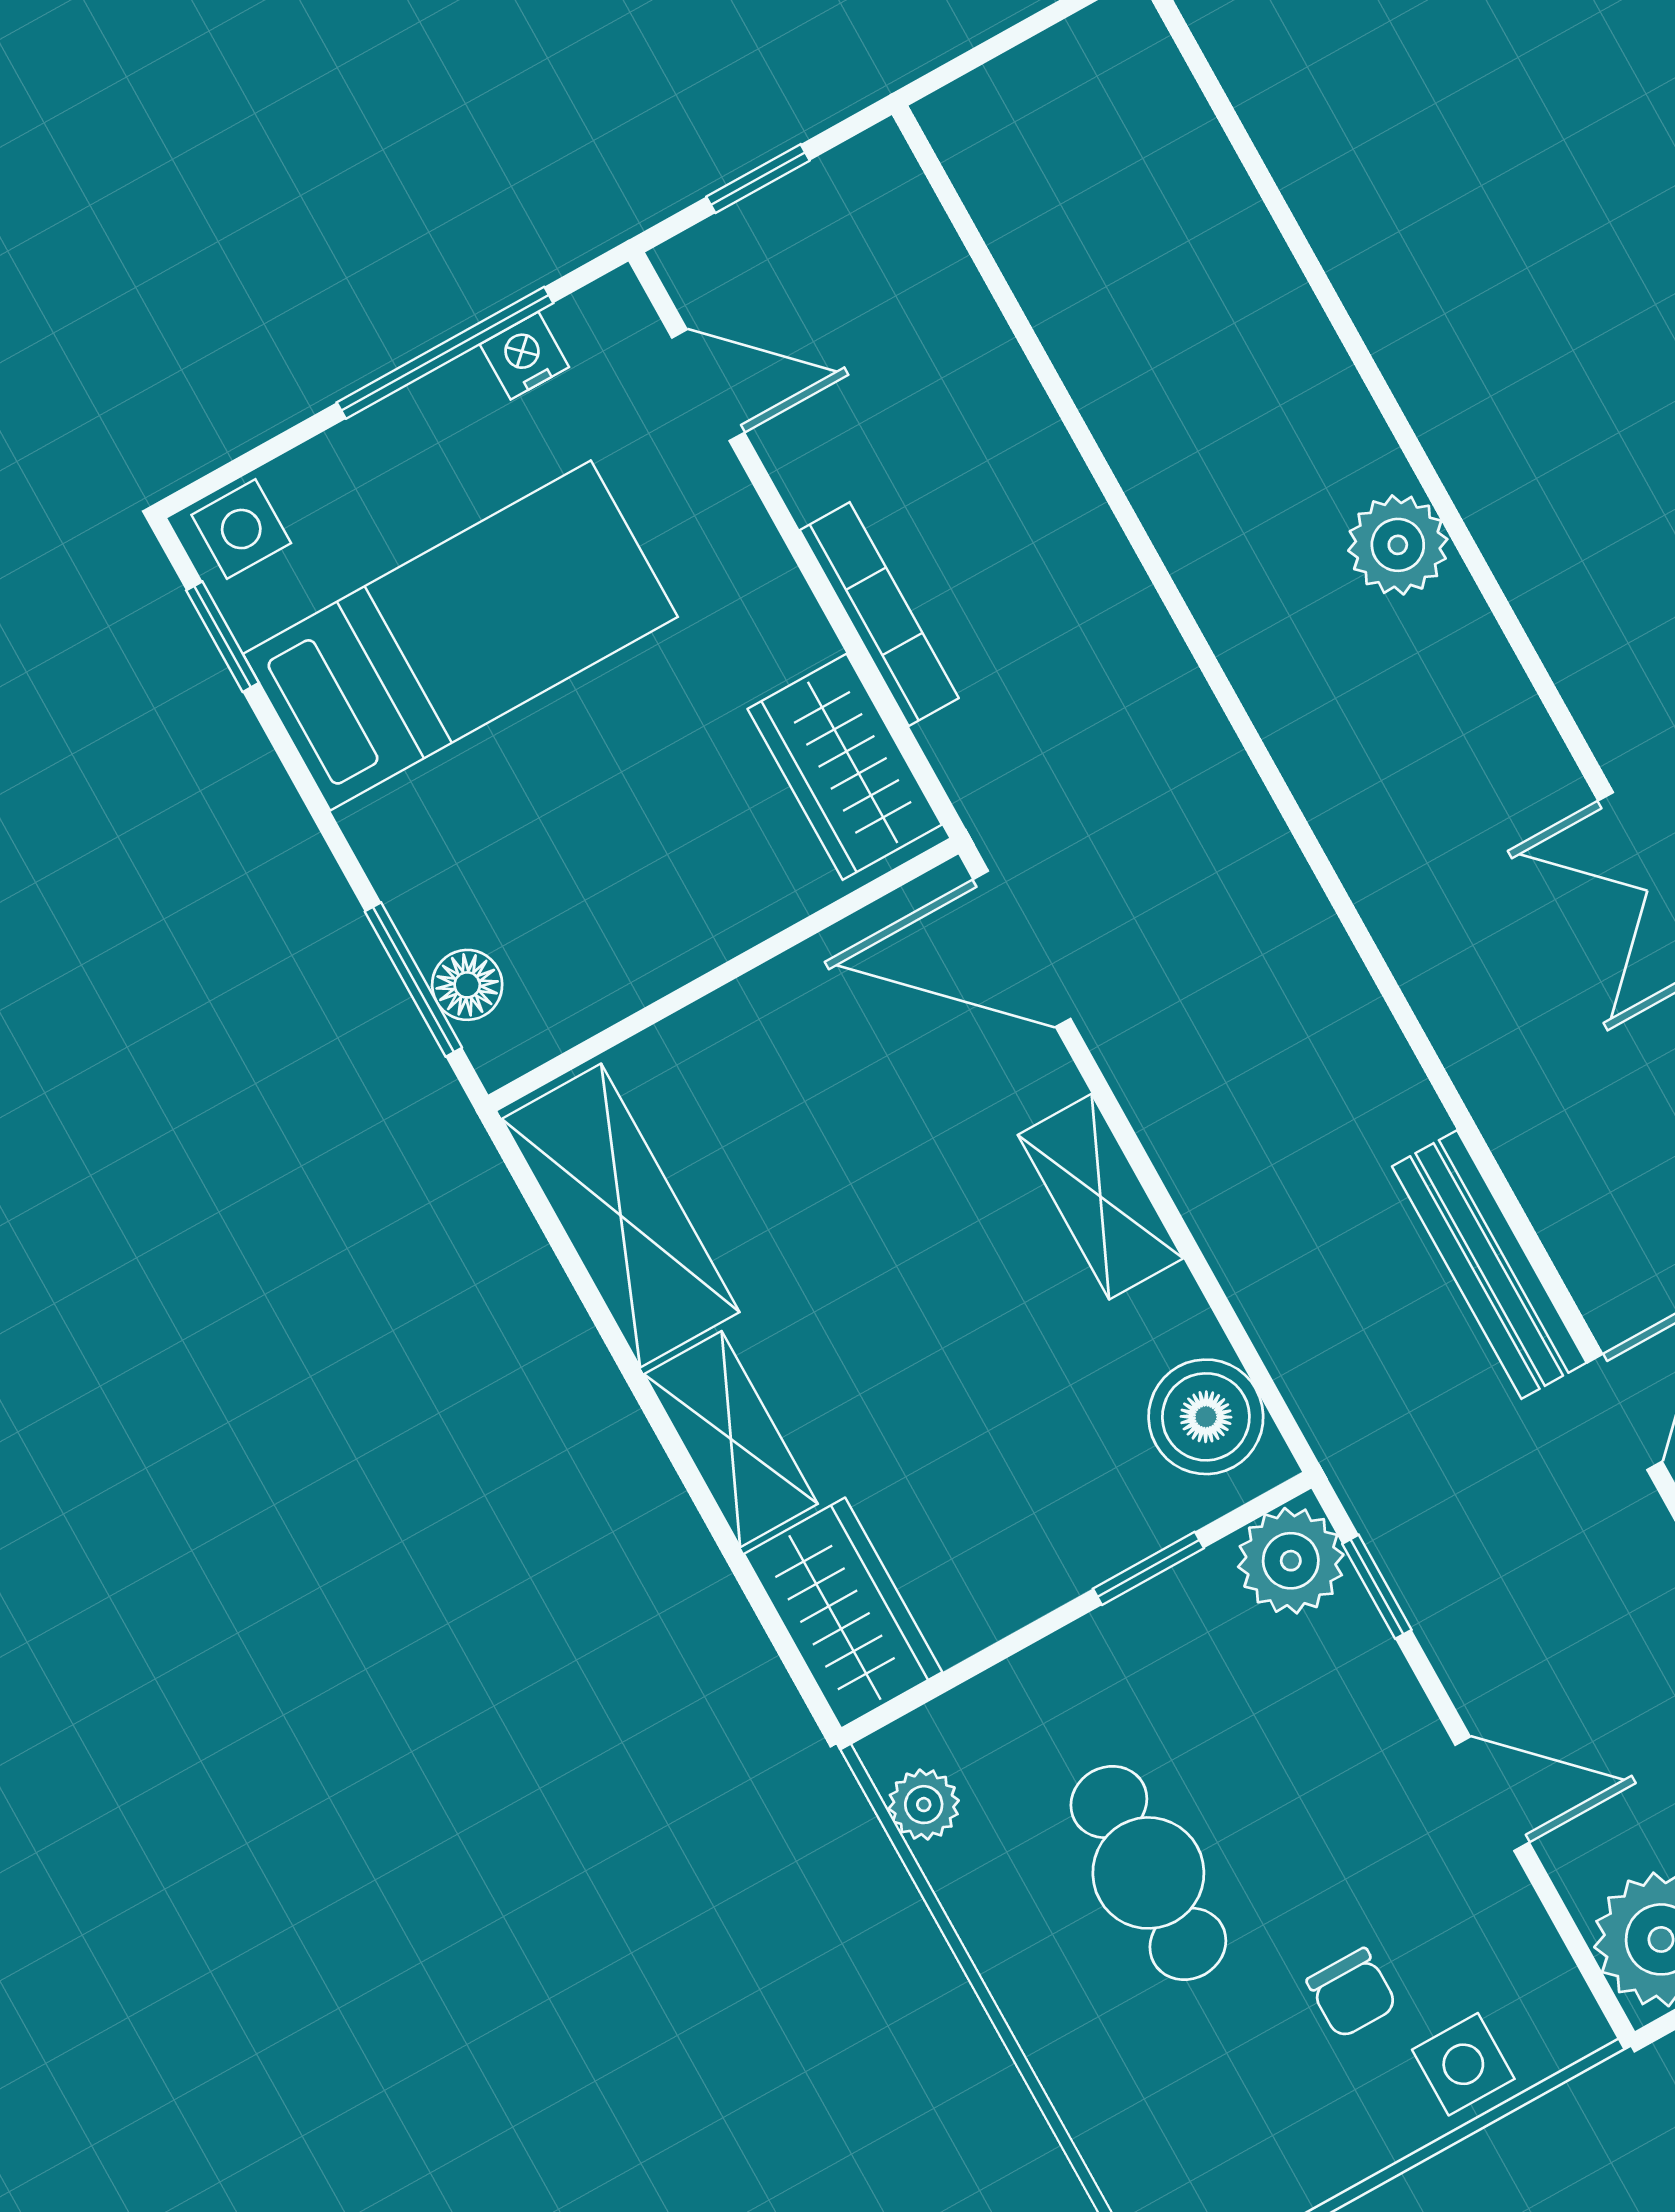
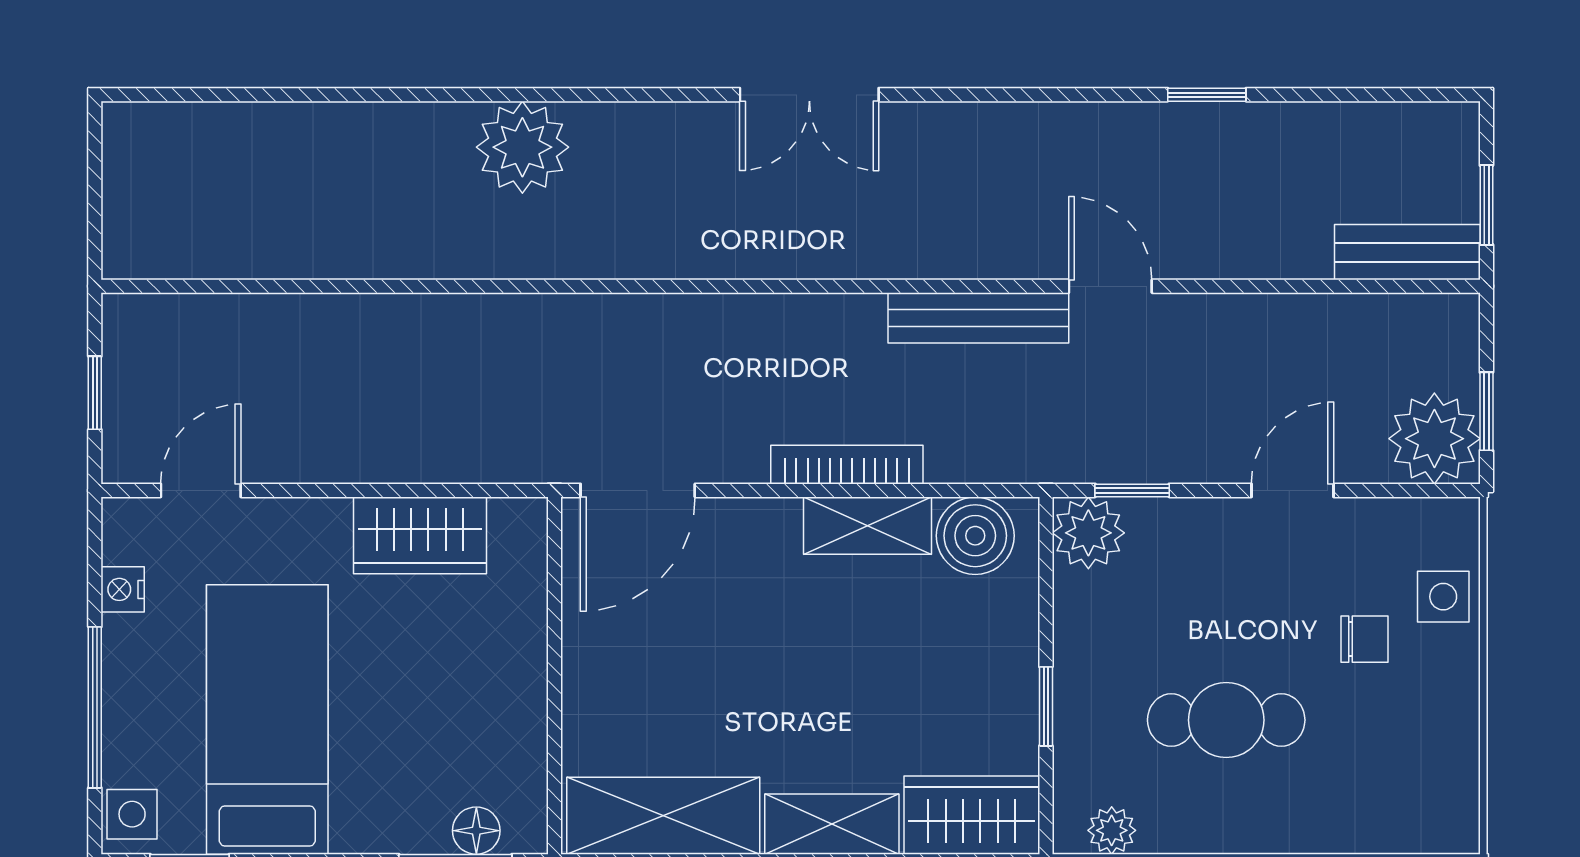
window: (445, 353) -> (95, 707), moved
plant: (1398, 545) -> (522, 147), width x1.36, depth x1.36
bookcase: (879, 614) -> (847, 465), moved
wardrobe: (845, 767) -> (420, 535), moved
shelving: (1100, 1197) -> (867, 526), moved
window: (1148, 1568) -> (1046, 706), moved

